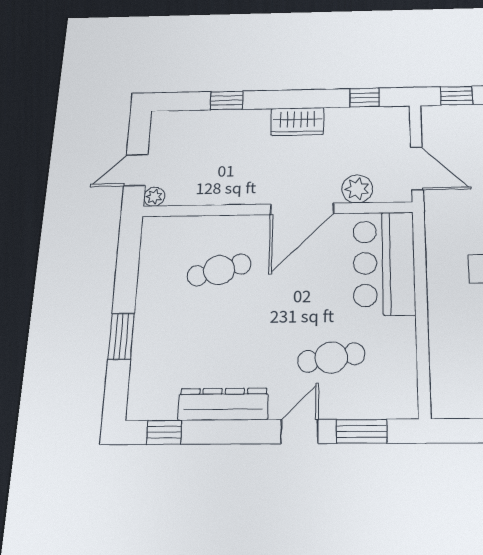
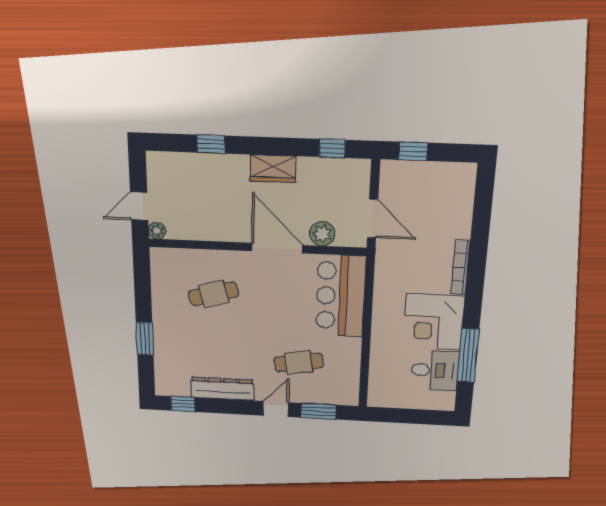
door: (302, 209) -> (277, 248), swing flipped

